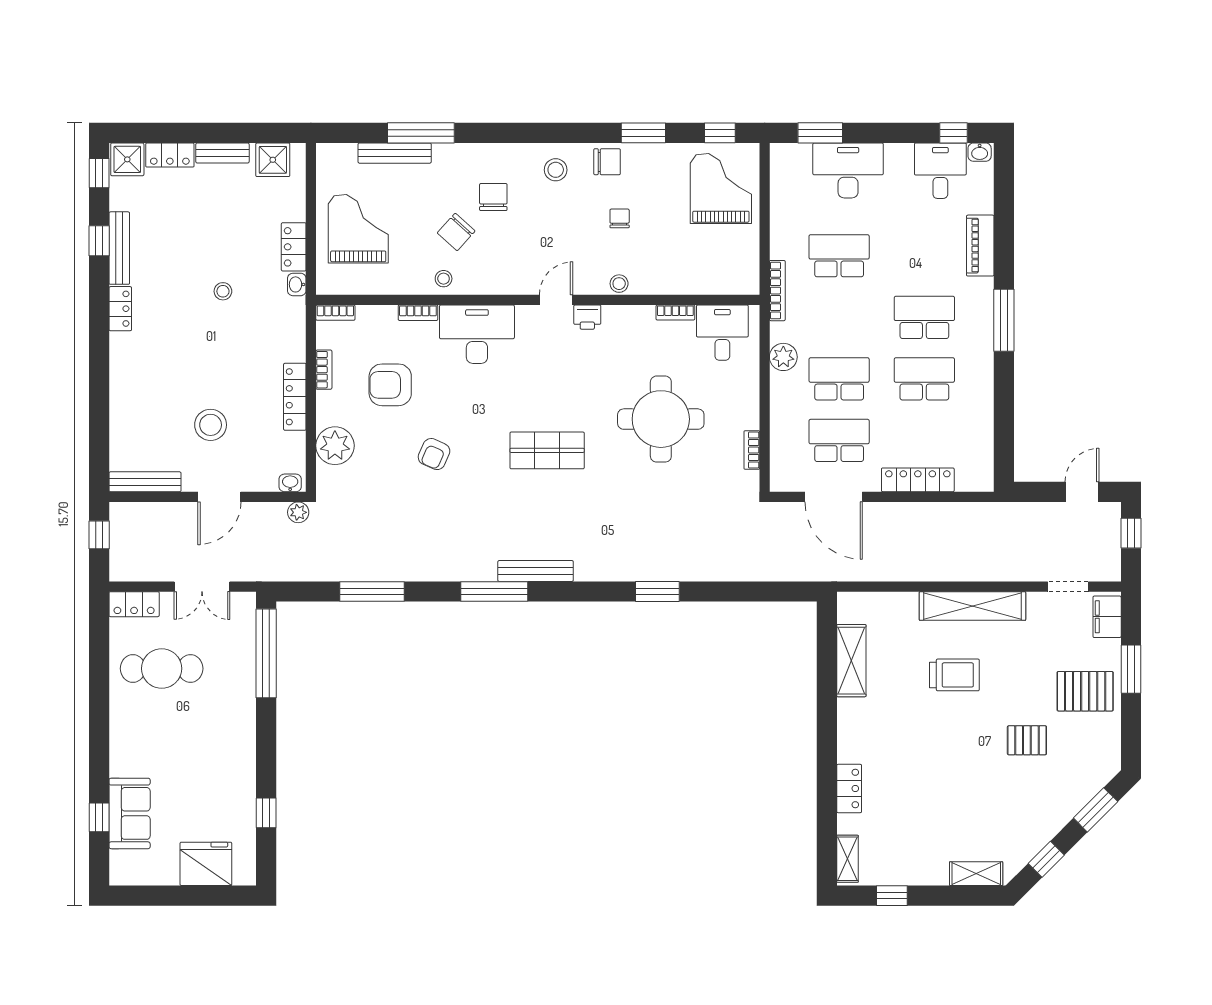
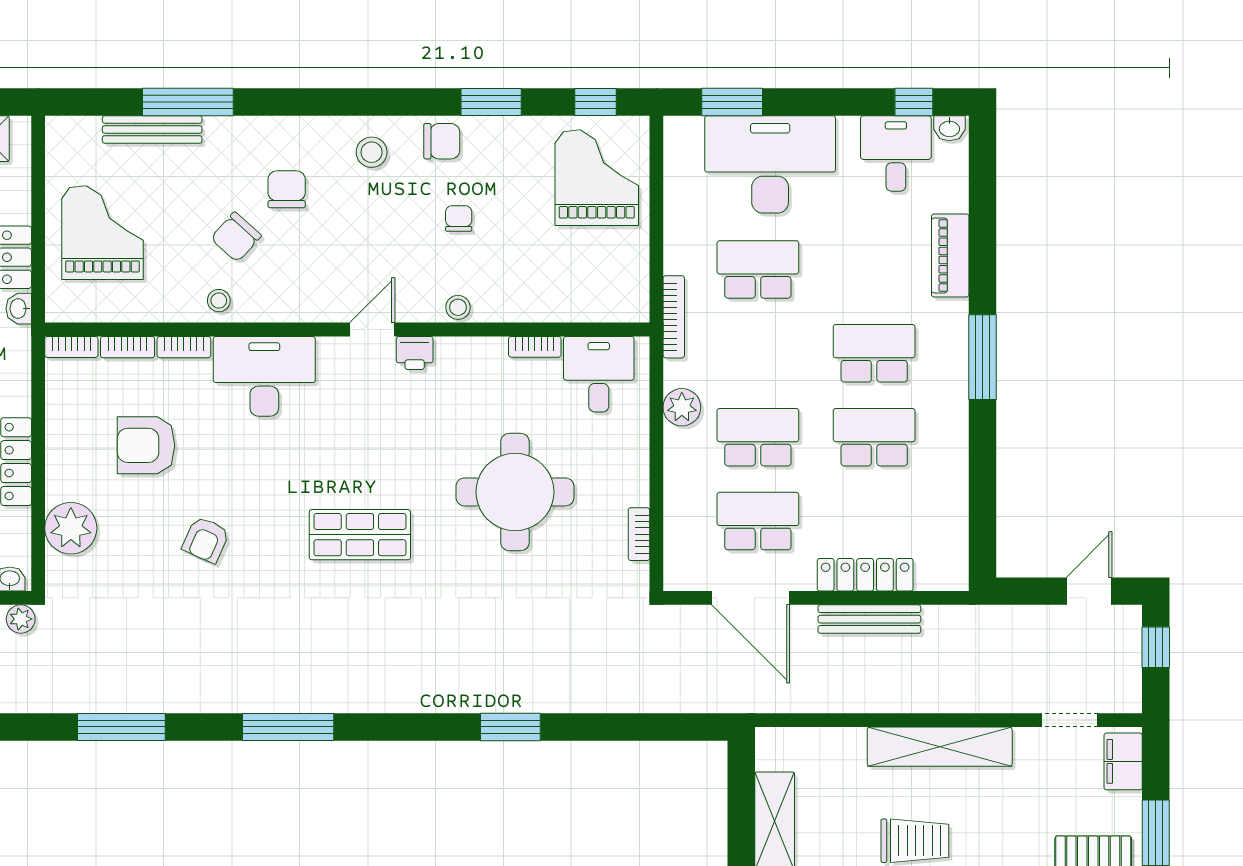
desk: (848, 170) -> (770, 164), width x1.36, depth x1.30
bookcase: (324, 370) -> (128, 347), moved, turned 90
bench: (536, 571) -> (869, 619), moved

